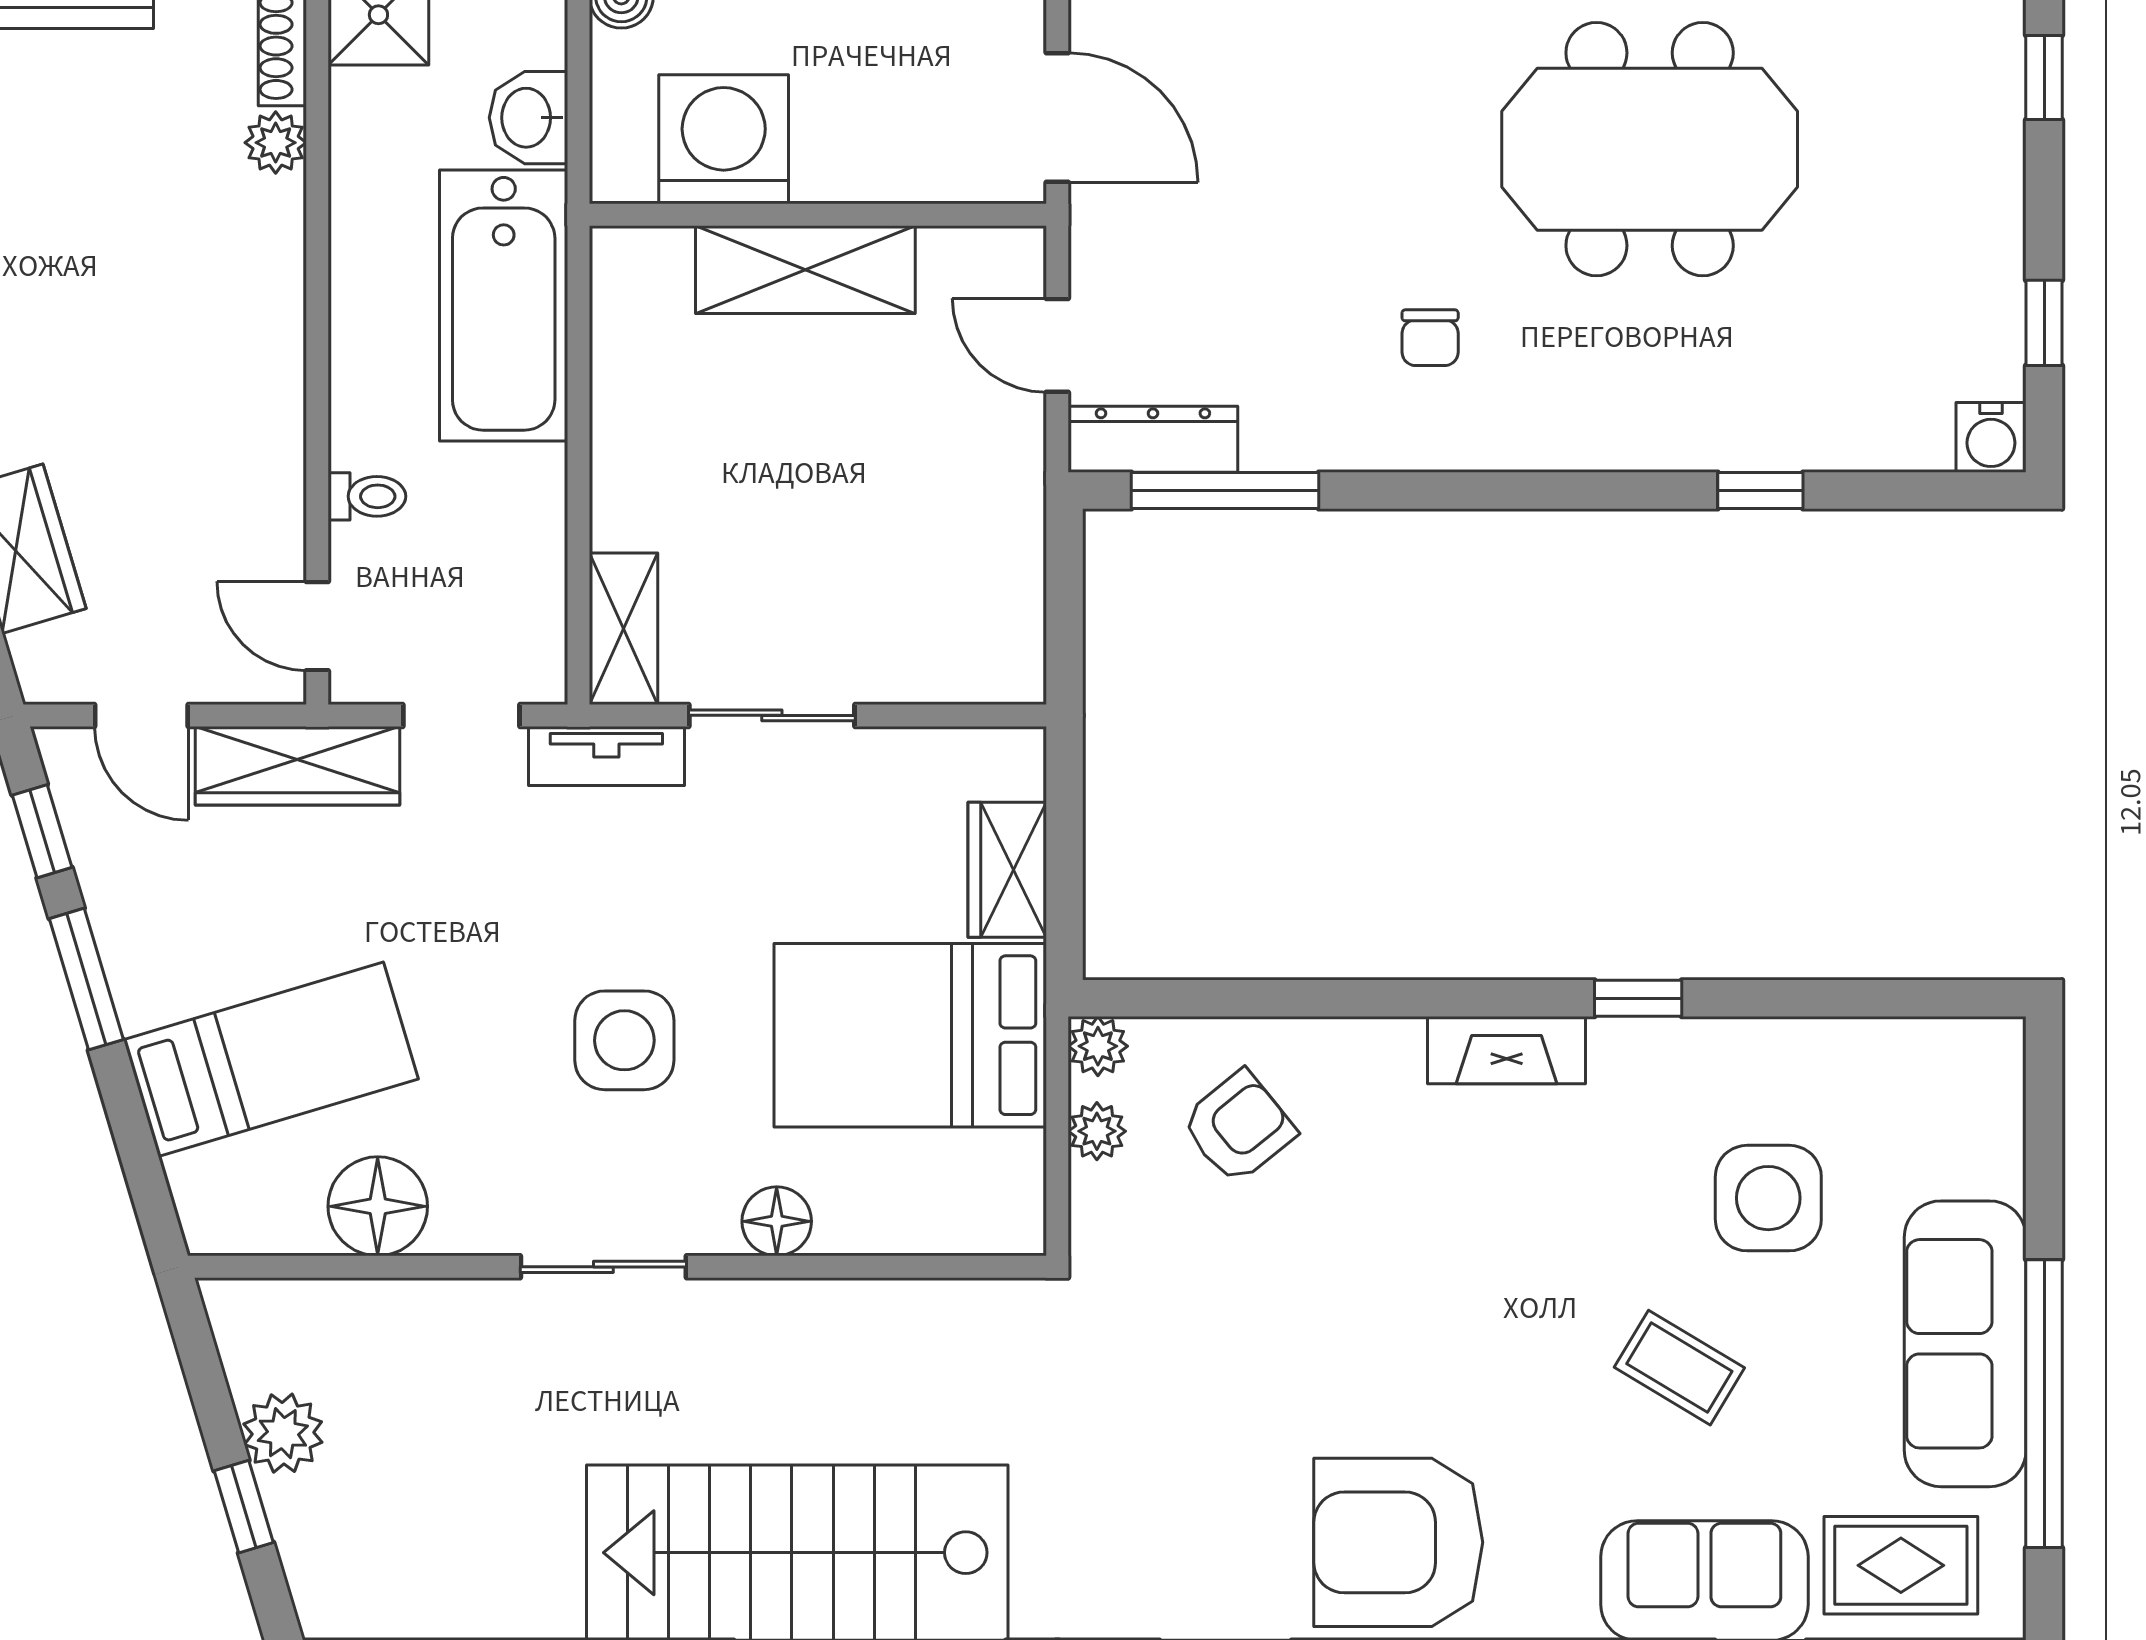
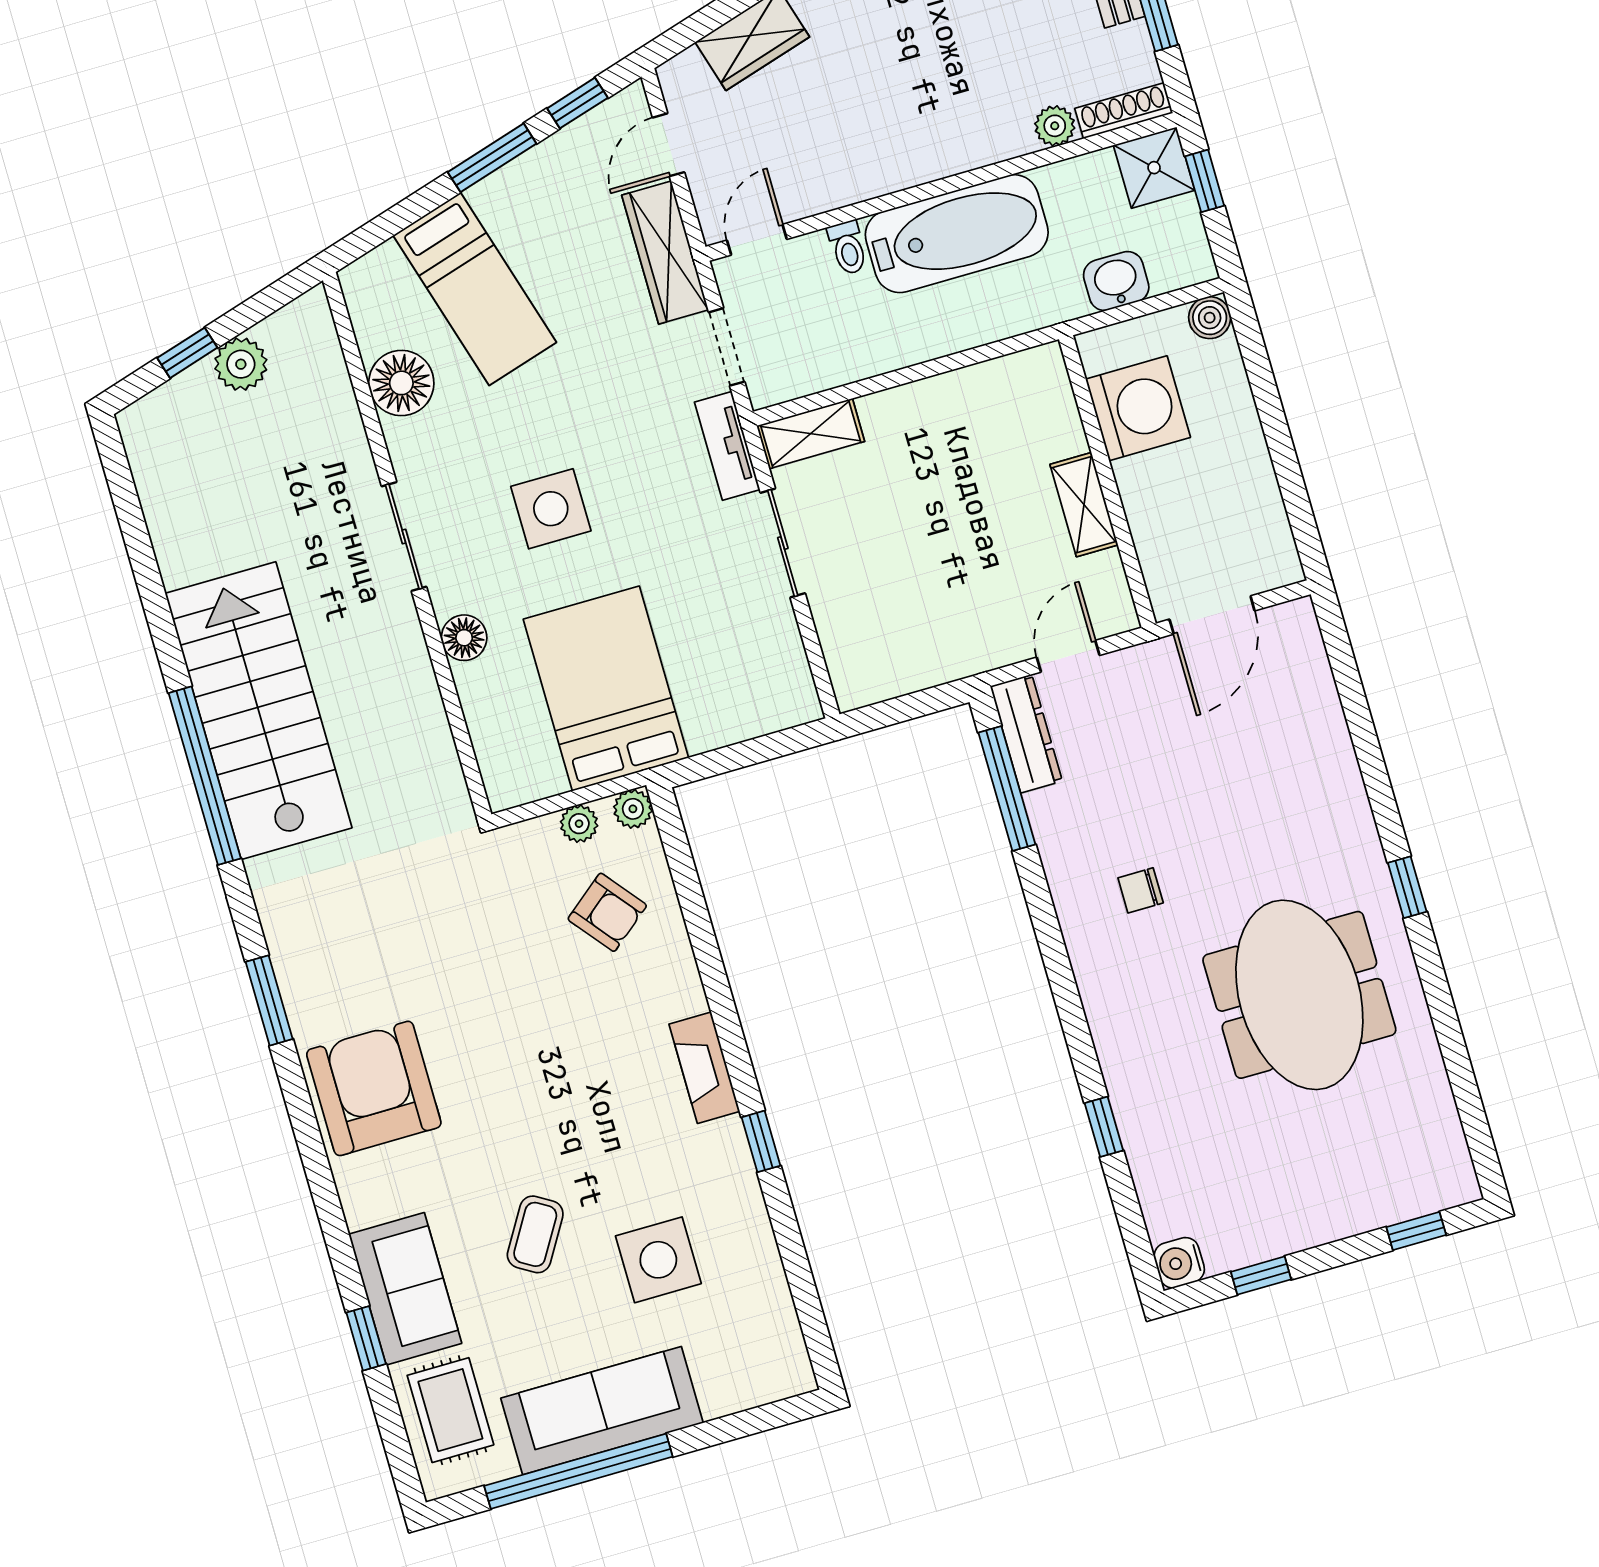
shelving: (805, 270) -> (1084, 505), width x0.67, depth x0.75
bathtub: (504, 305) -> (957, 234), moved, turned 180
wardrobe: (1007, 870) -> (728, 720), removed

